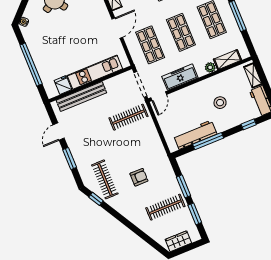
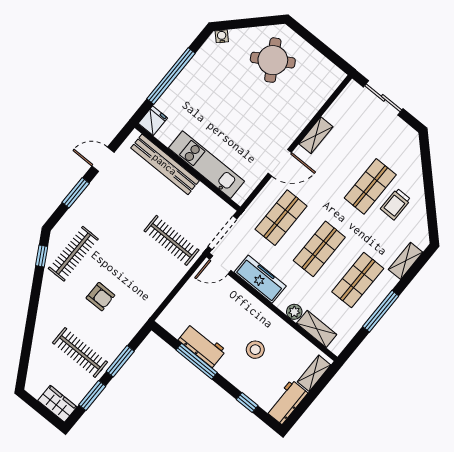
fridge: (63, 85) -> (153, 121), moved
workbench: (195, 135) -> (202, 345), width x0.73
wardrobe: (178, 241) -> (57, 404), moved

